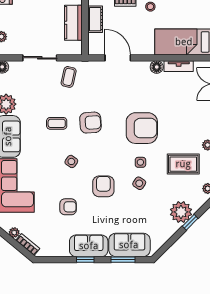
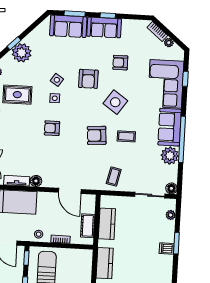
sliding door: (40, 58) -> (150, 195), moved
armchair: (142, 128) -> (52, 128), width x0.53, depth x0.53
side table: (71, 161) -> (115, 102), width x1.87, depth x1.87

